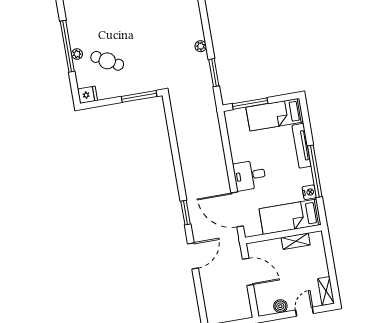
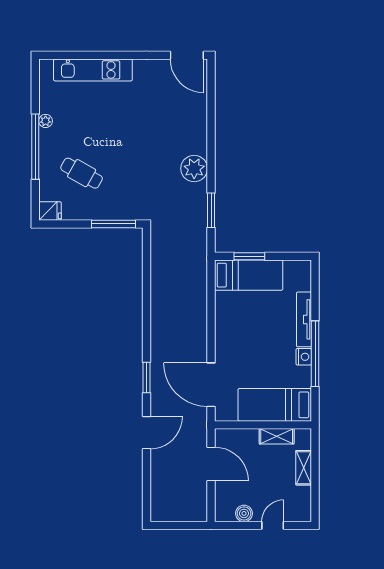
plant: (201, 46) -> (194, 169), width x1.88, depth x1.88
plant: (77, 54) -> (46, 121), moved
window: (250, 104) -> (249, 256), width x0.69
bed: (275, 115) -> (249, 275), moved, turned 180
desk: (250, 175) -> (234, 345), removed
nightstand: (309, 192) -> (304, 357), moved
shelving: (326, 291) -> (304, 468), moved

